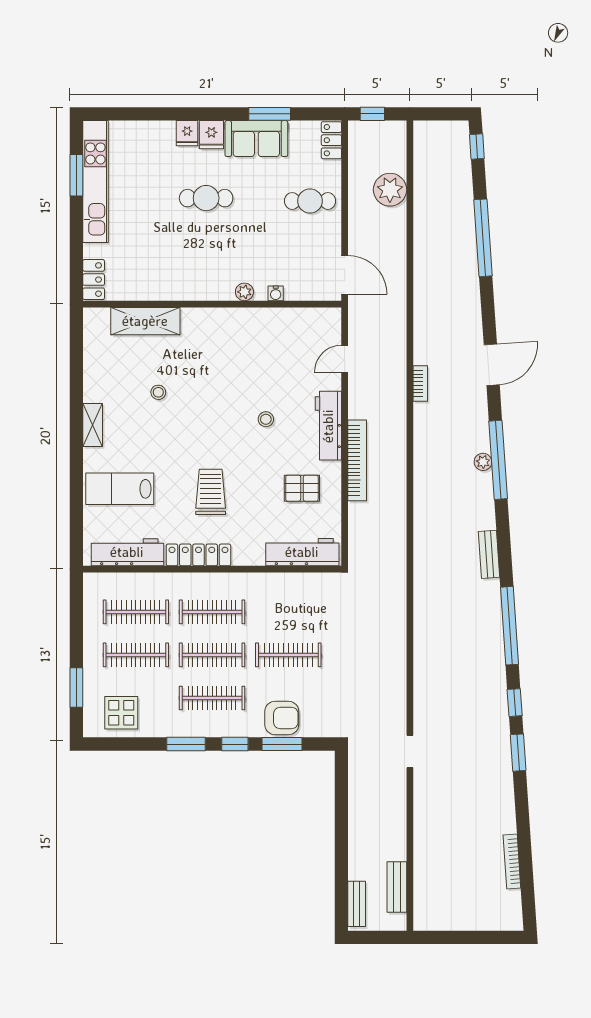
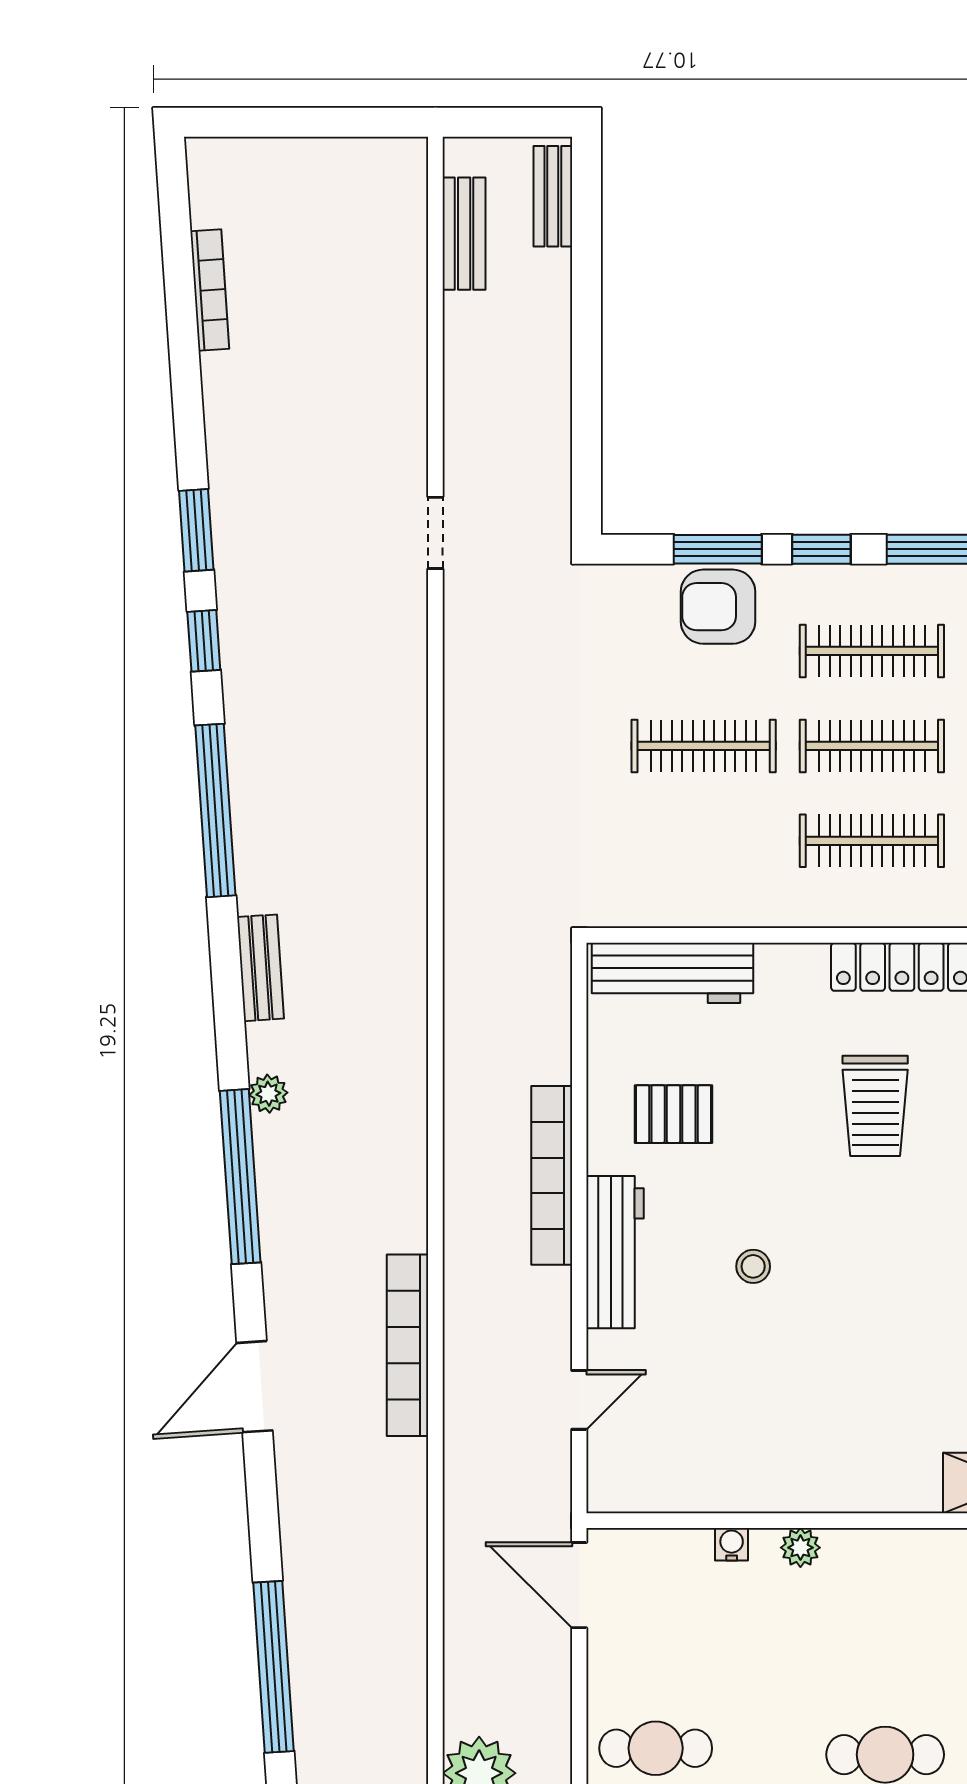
bookcase: (420, 383) -> (408, 1345), width x2.31, depth x1.31
plant: (483, 462) -> (268, 1094), moved

